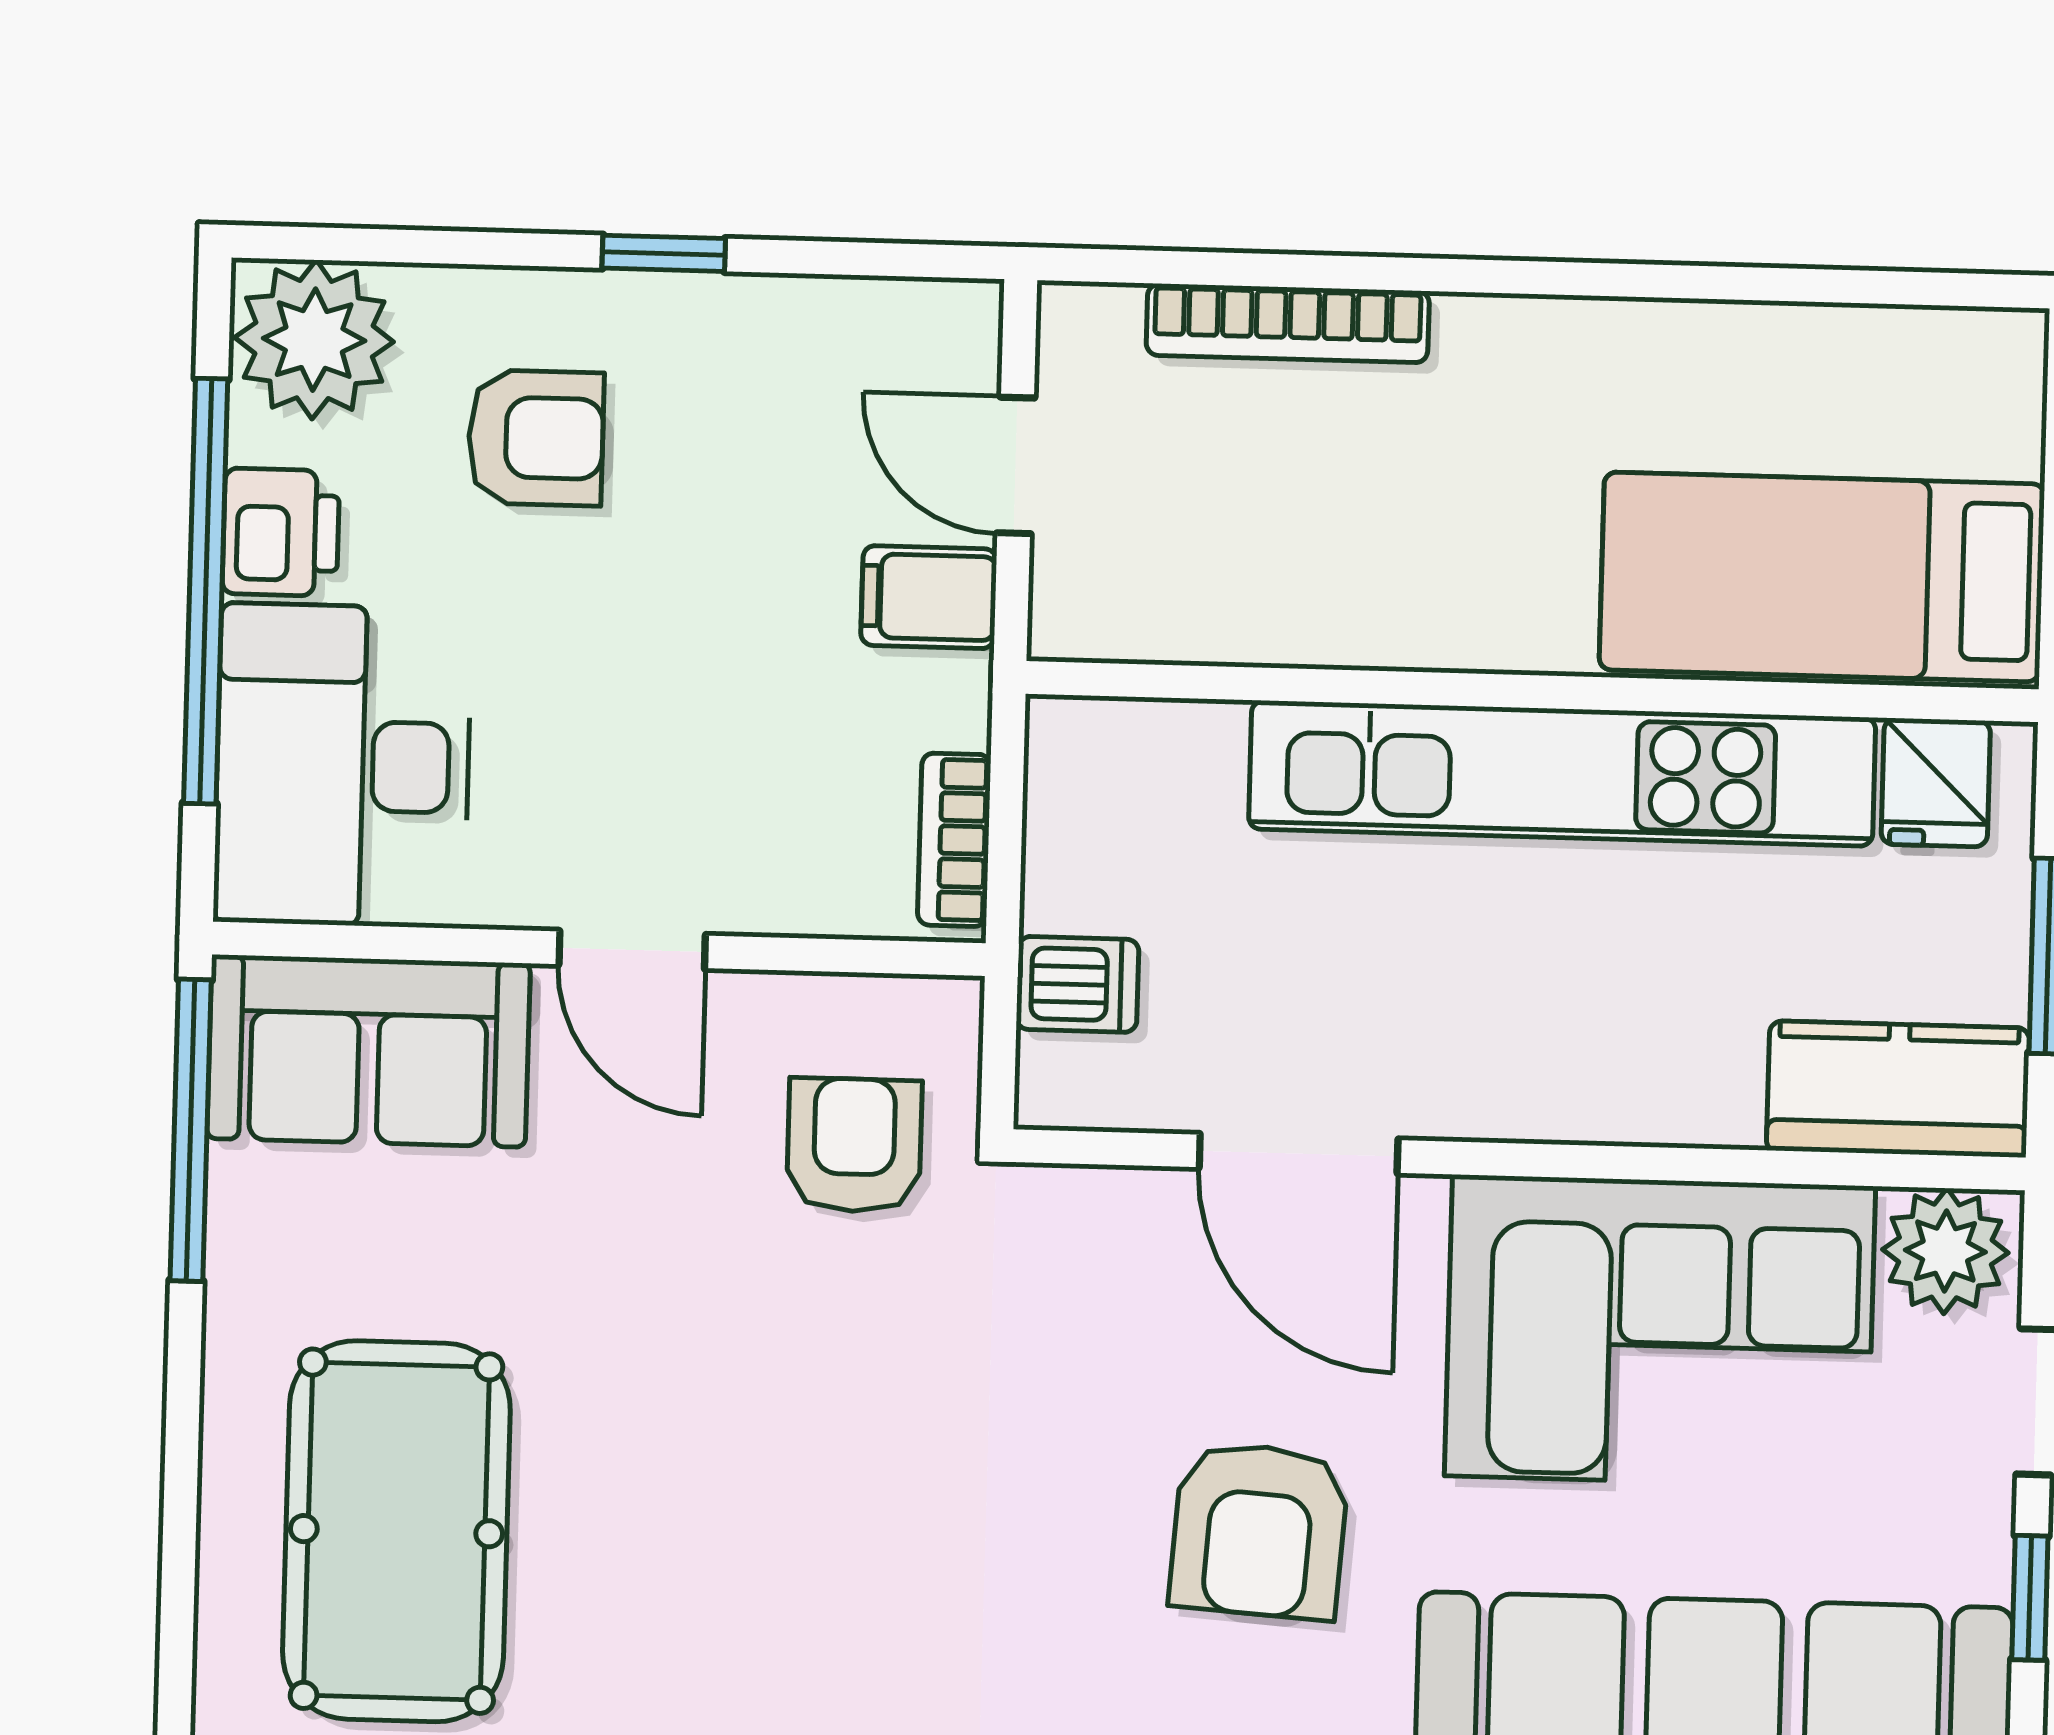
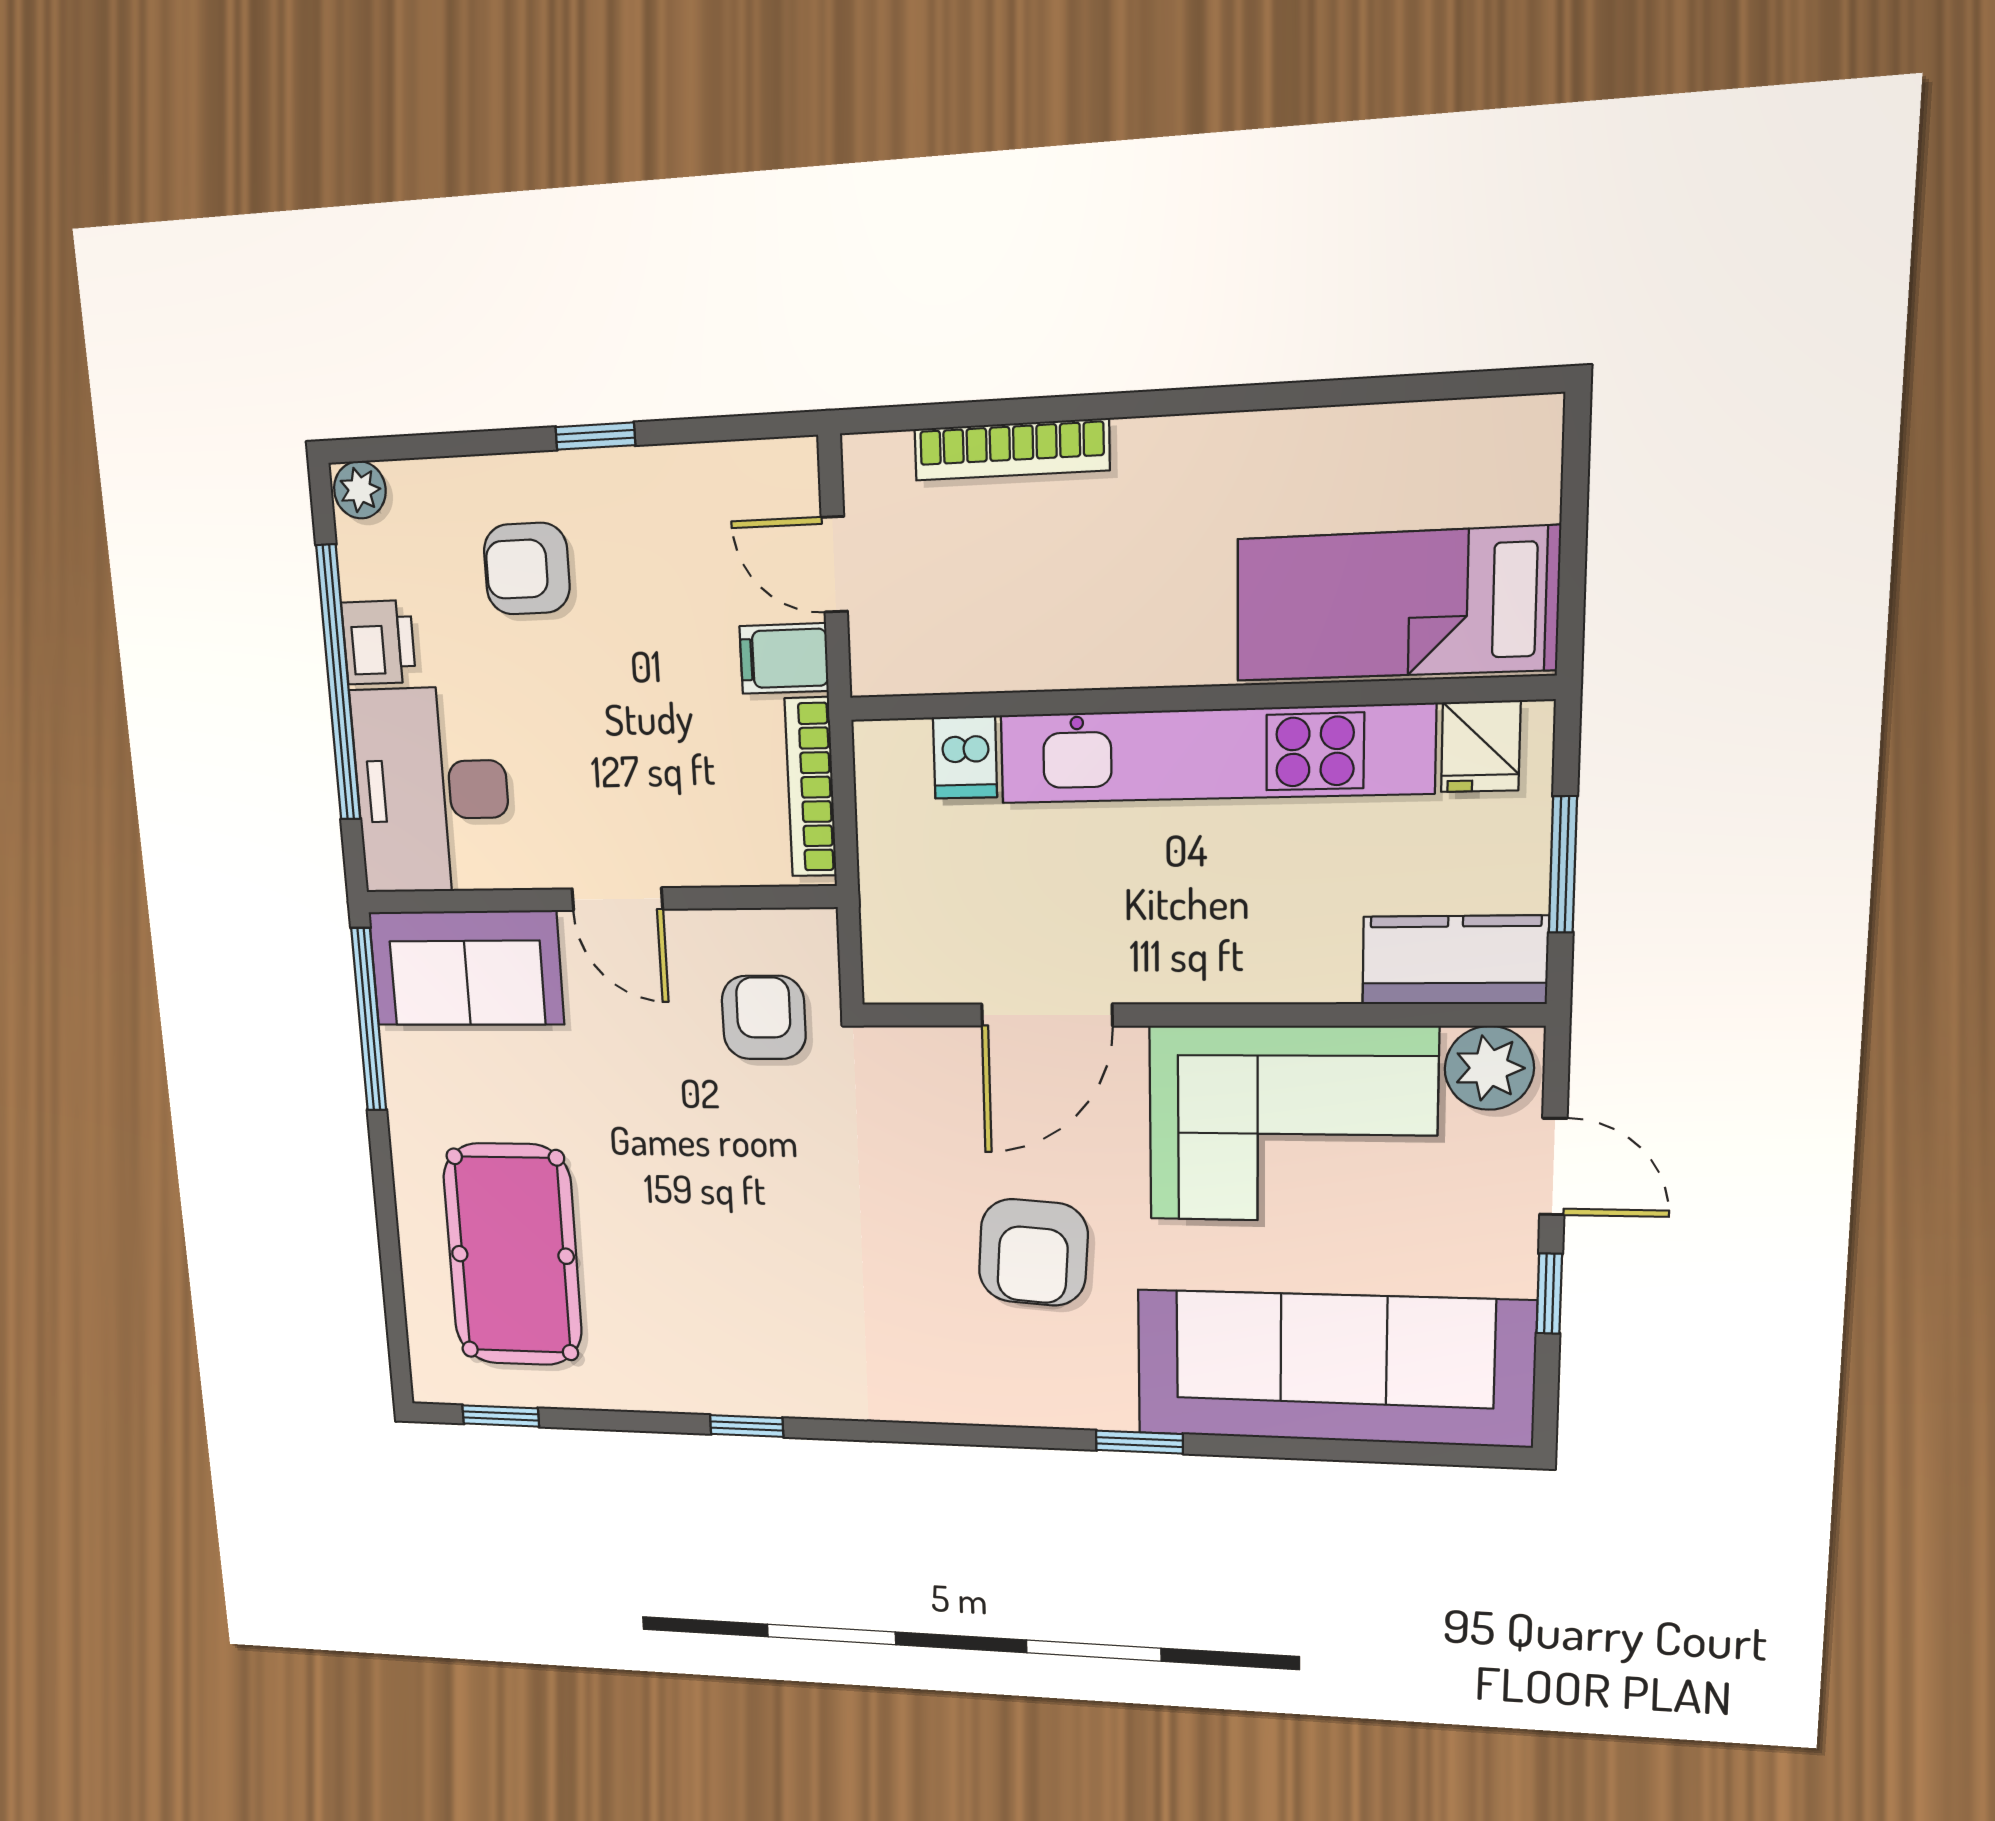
plant: (314, 340) -> (360, 490), width x0.53, depth x0.53
armchair: (536, 438) -> (527, 569), turned 180
bookcase: (954, 840) -> (811, 787), width x1.56
dishwasher: (1078, 984) -> (965, 757), moved, turned 90
door: (1299, 1154) -> (1047, 1015), hinge flipped

